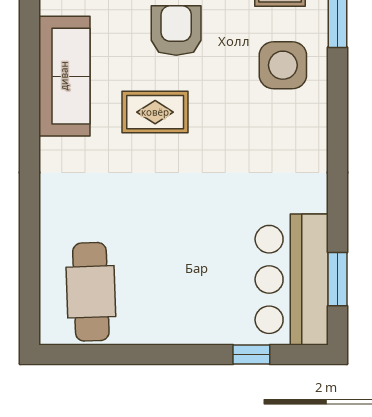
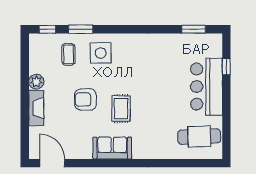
sofa: (64, 76) -> (112, 148), width x0.73
bar counter: (292, 279) -> (206, 87), moved, turned 90

